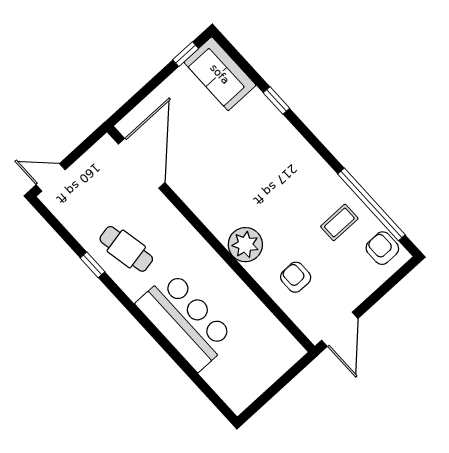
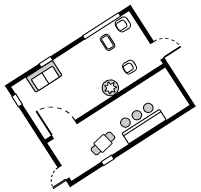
sofa: (220, 74) -> (44, 76), moved

